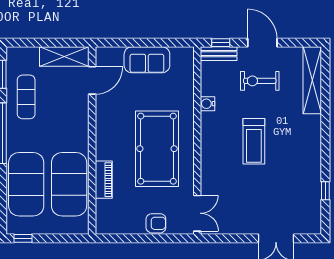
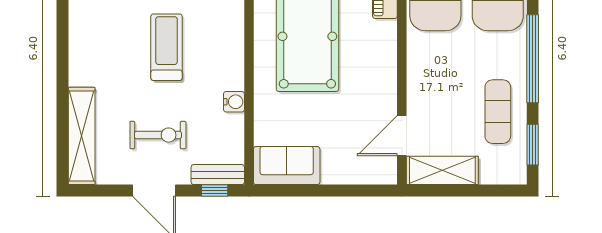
sofa: (147, 60) -> (287, 166), moved

